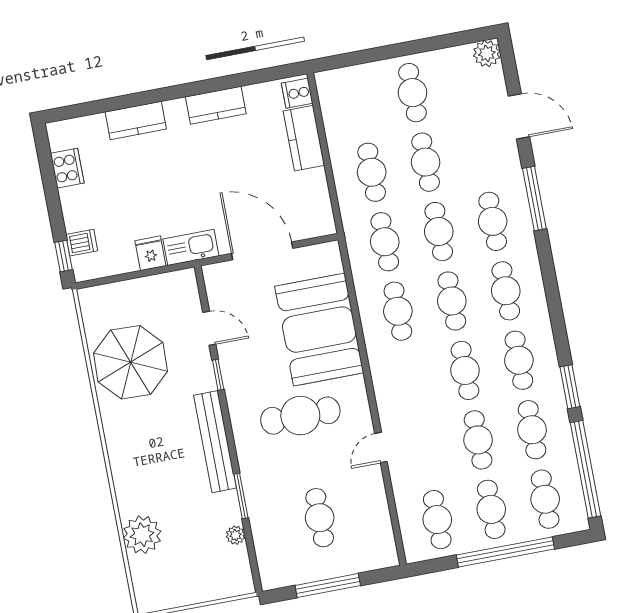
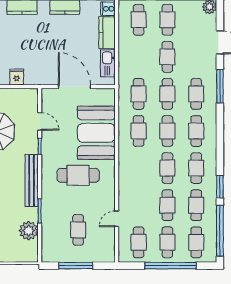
cafe table: (372, 172) -> (139, 20), moved
kitchen sink: (191, 247) -> (108, 63), moved, turned -90
door: (381, 447) -> (117, 219), moved
plant: (236, 535) -> (29, 231), width x1.88, depth x1.88

